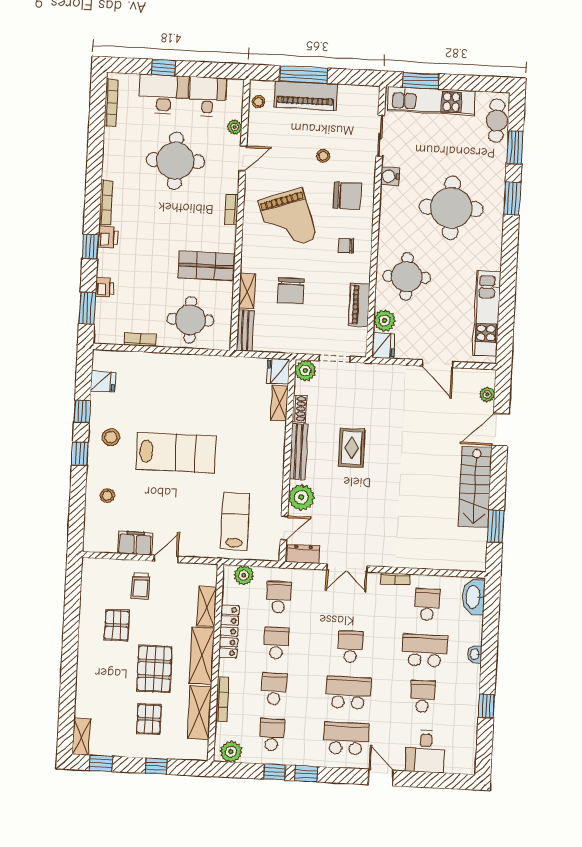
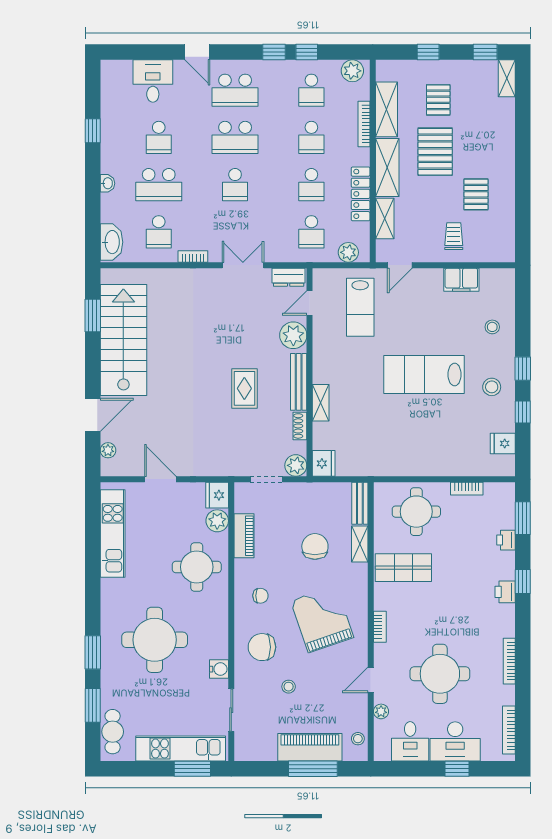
bookcase: (106, 203) -> (509, 661), moved
shelving: (279, 403) -> (321, 403), moved
stairs: (475, 487) -> (123, 340), width x1.36, depth x1.51
door: (166, 559) -> (400, 265), moved

